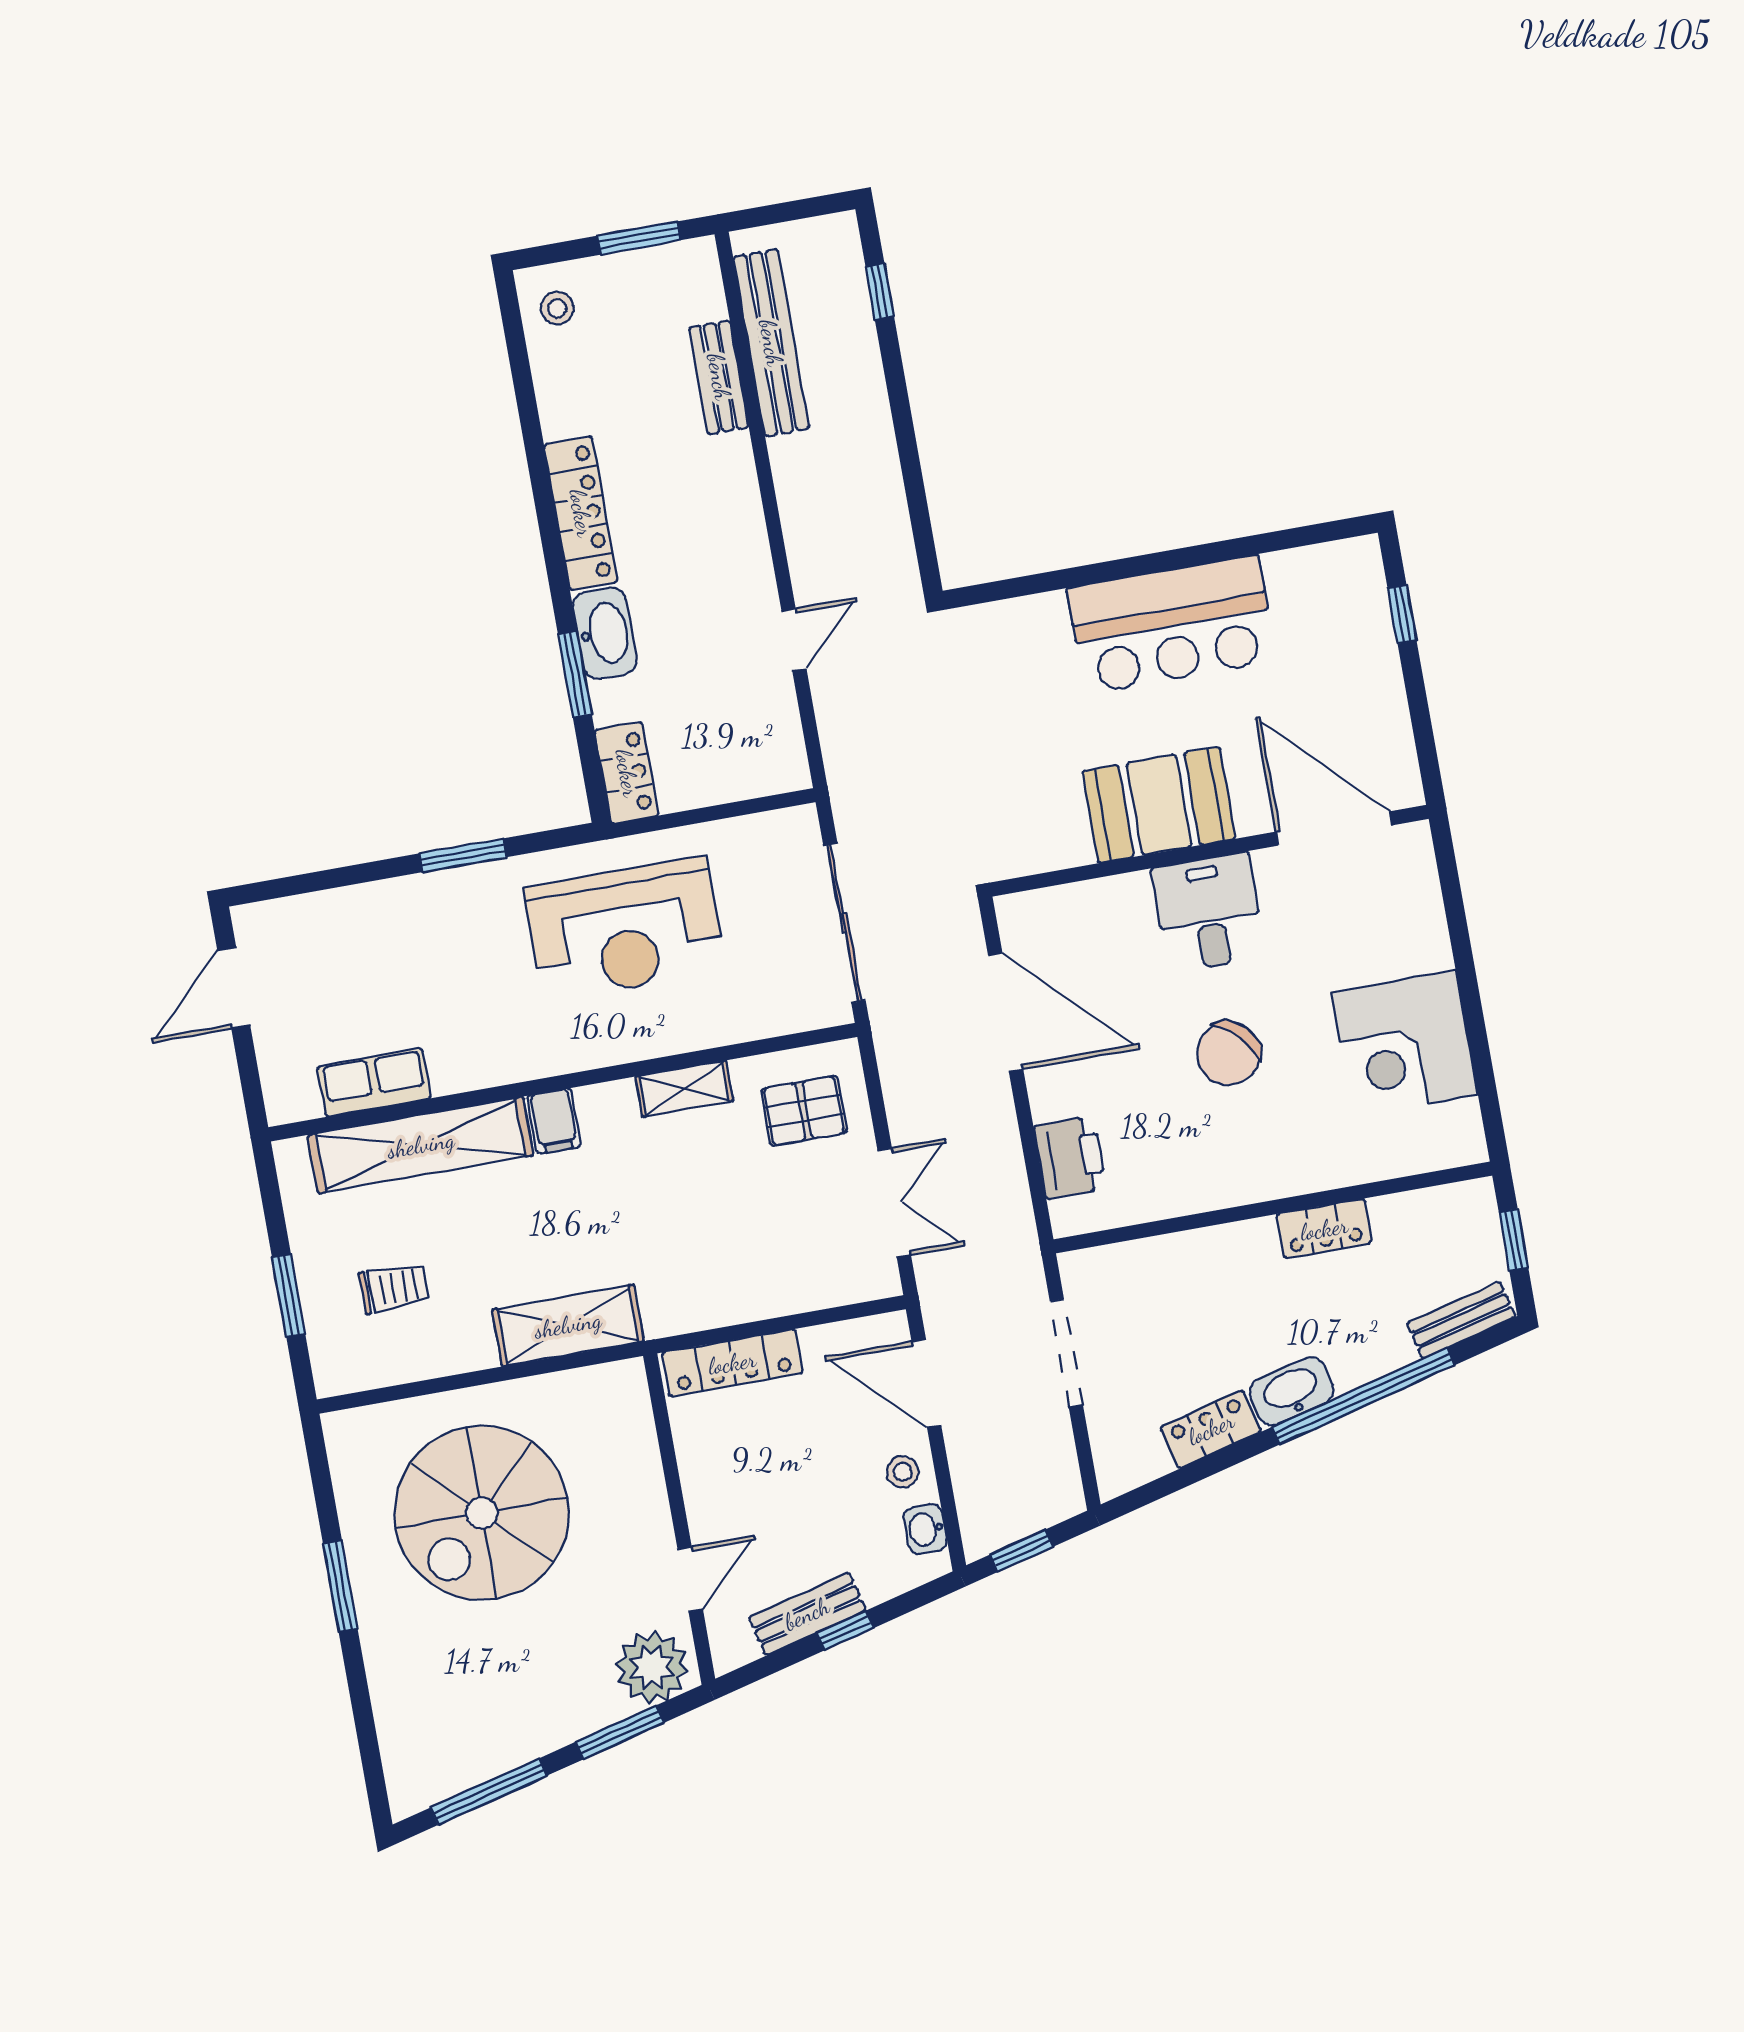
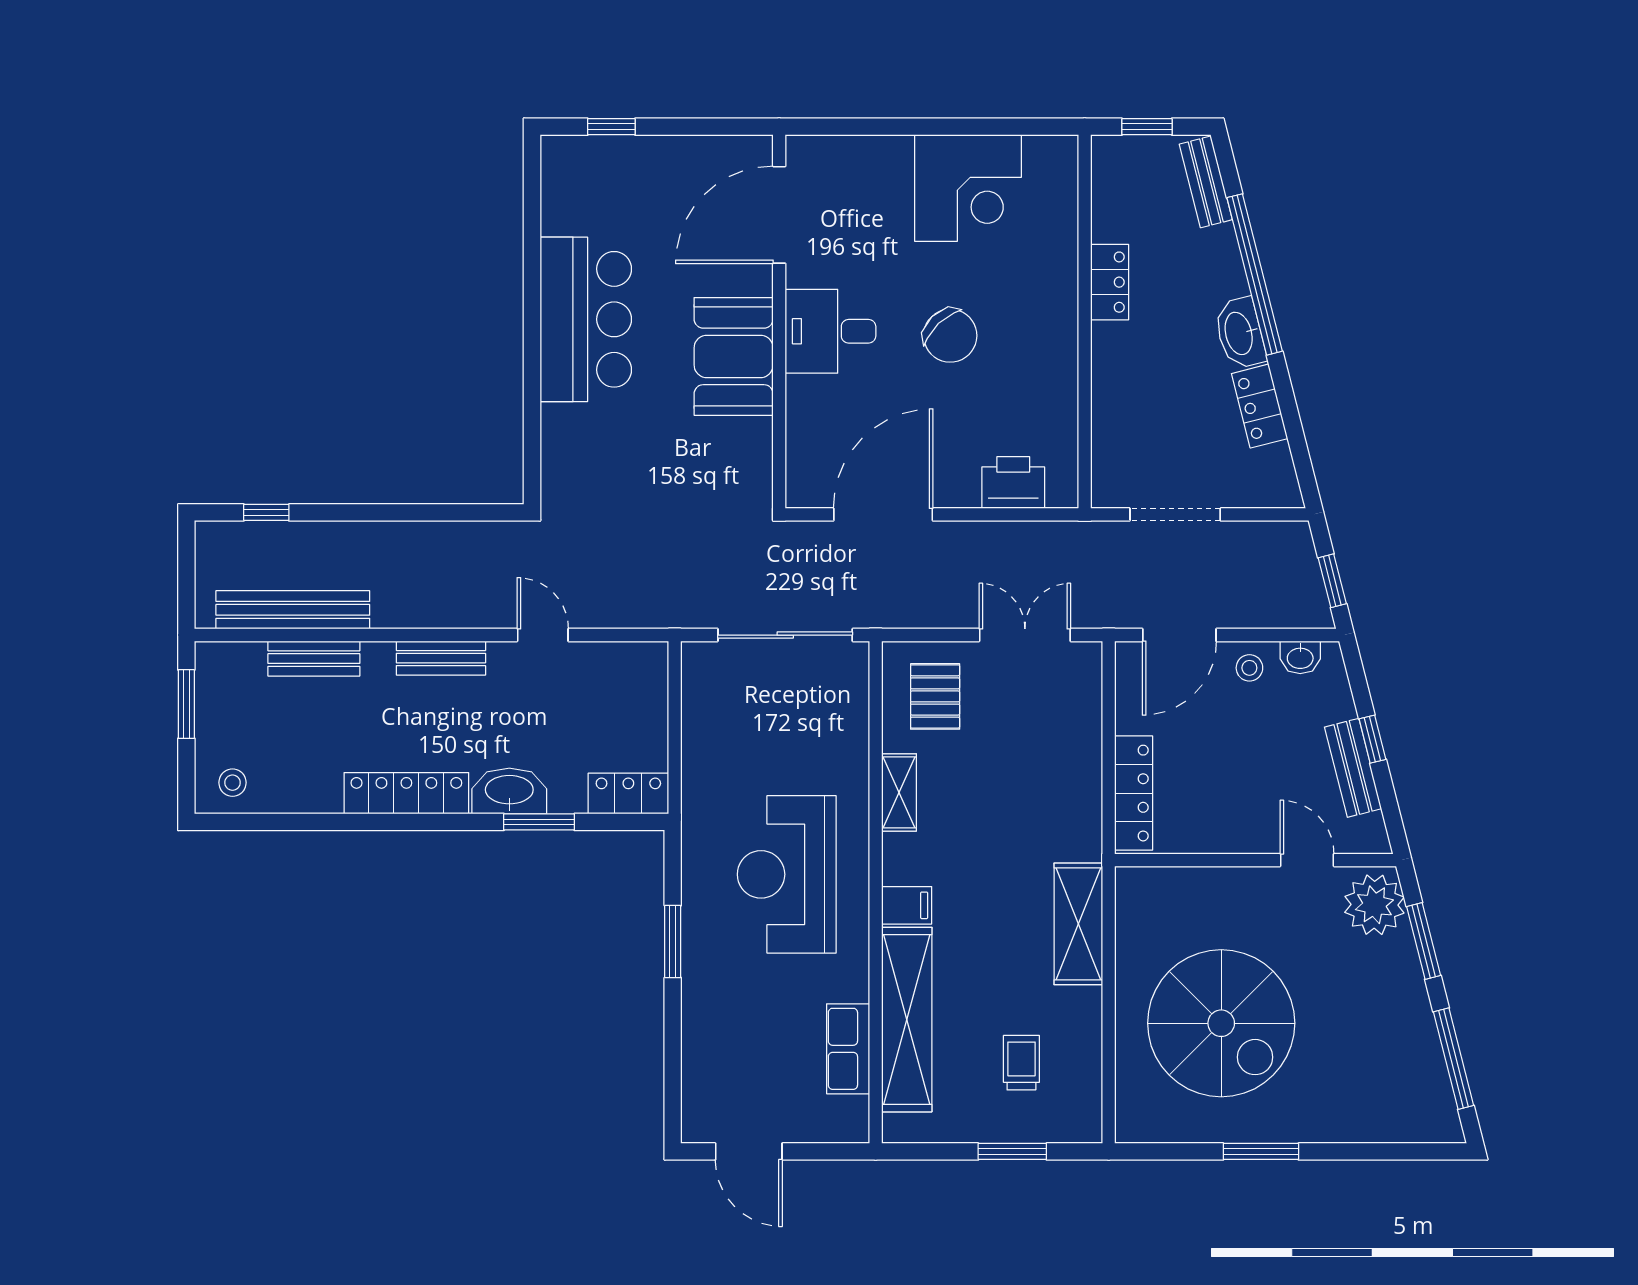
bench: (746, 526) -> (441, 658), added
reception desk: (625, 929) -> (787, 874), moved, turned 180

